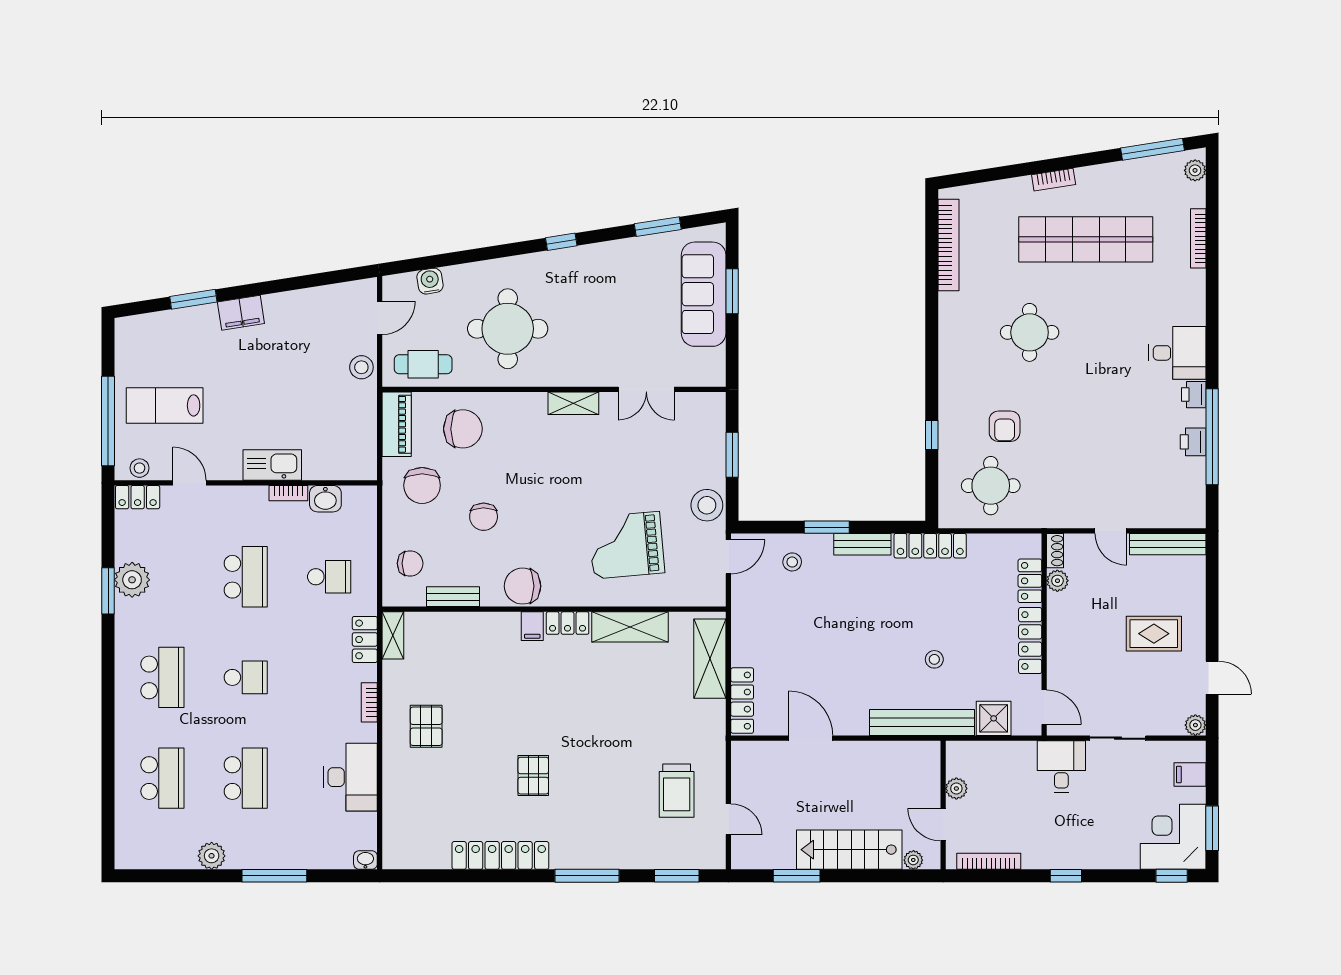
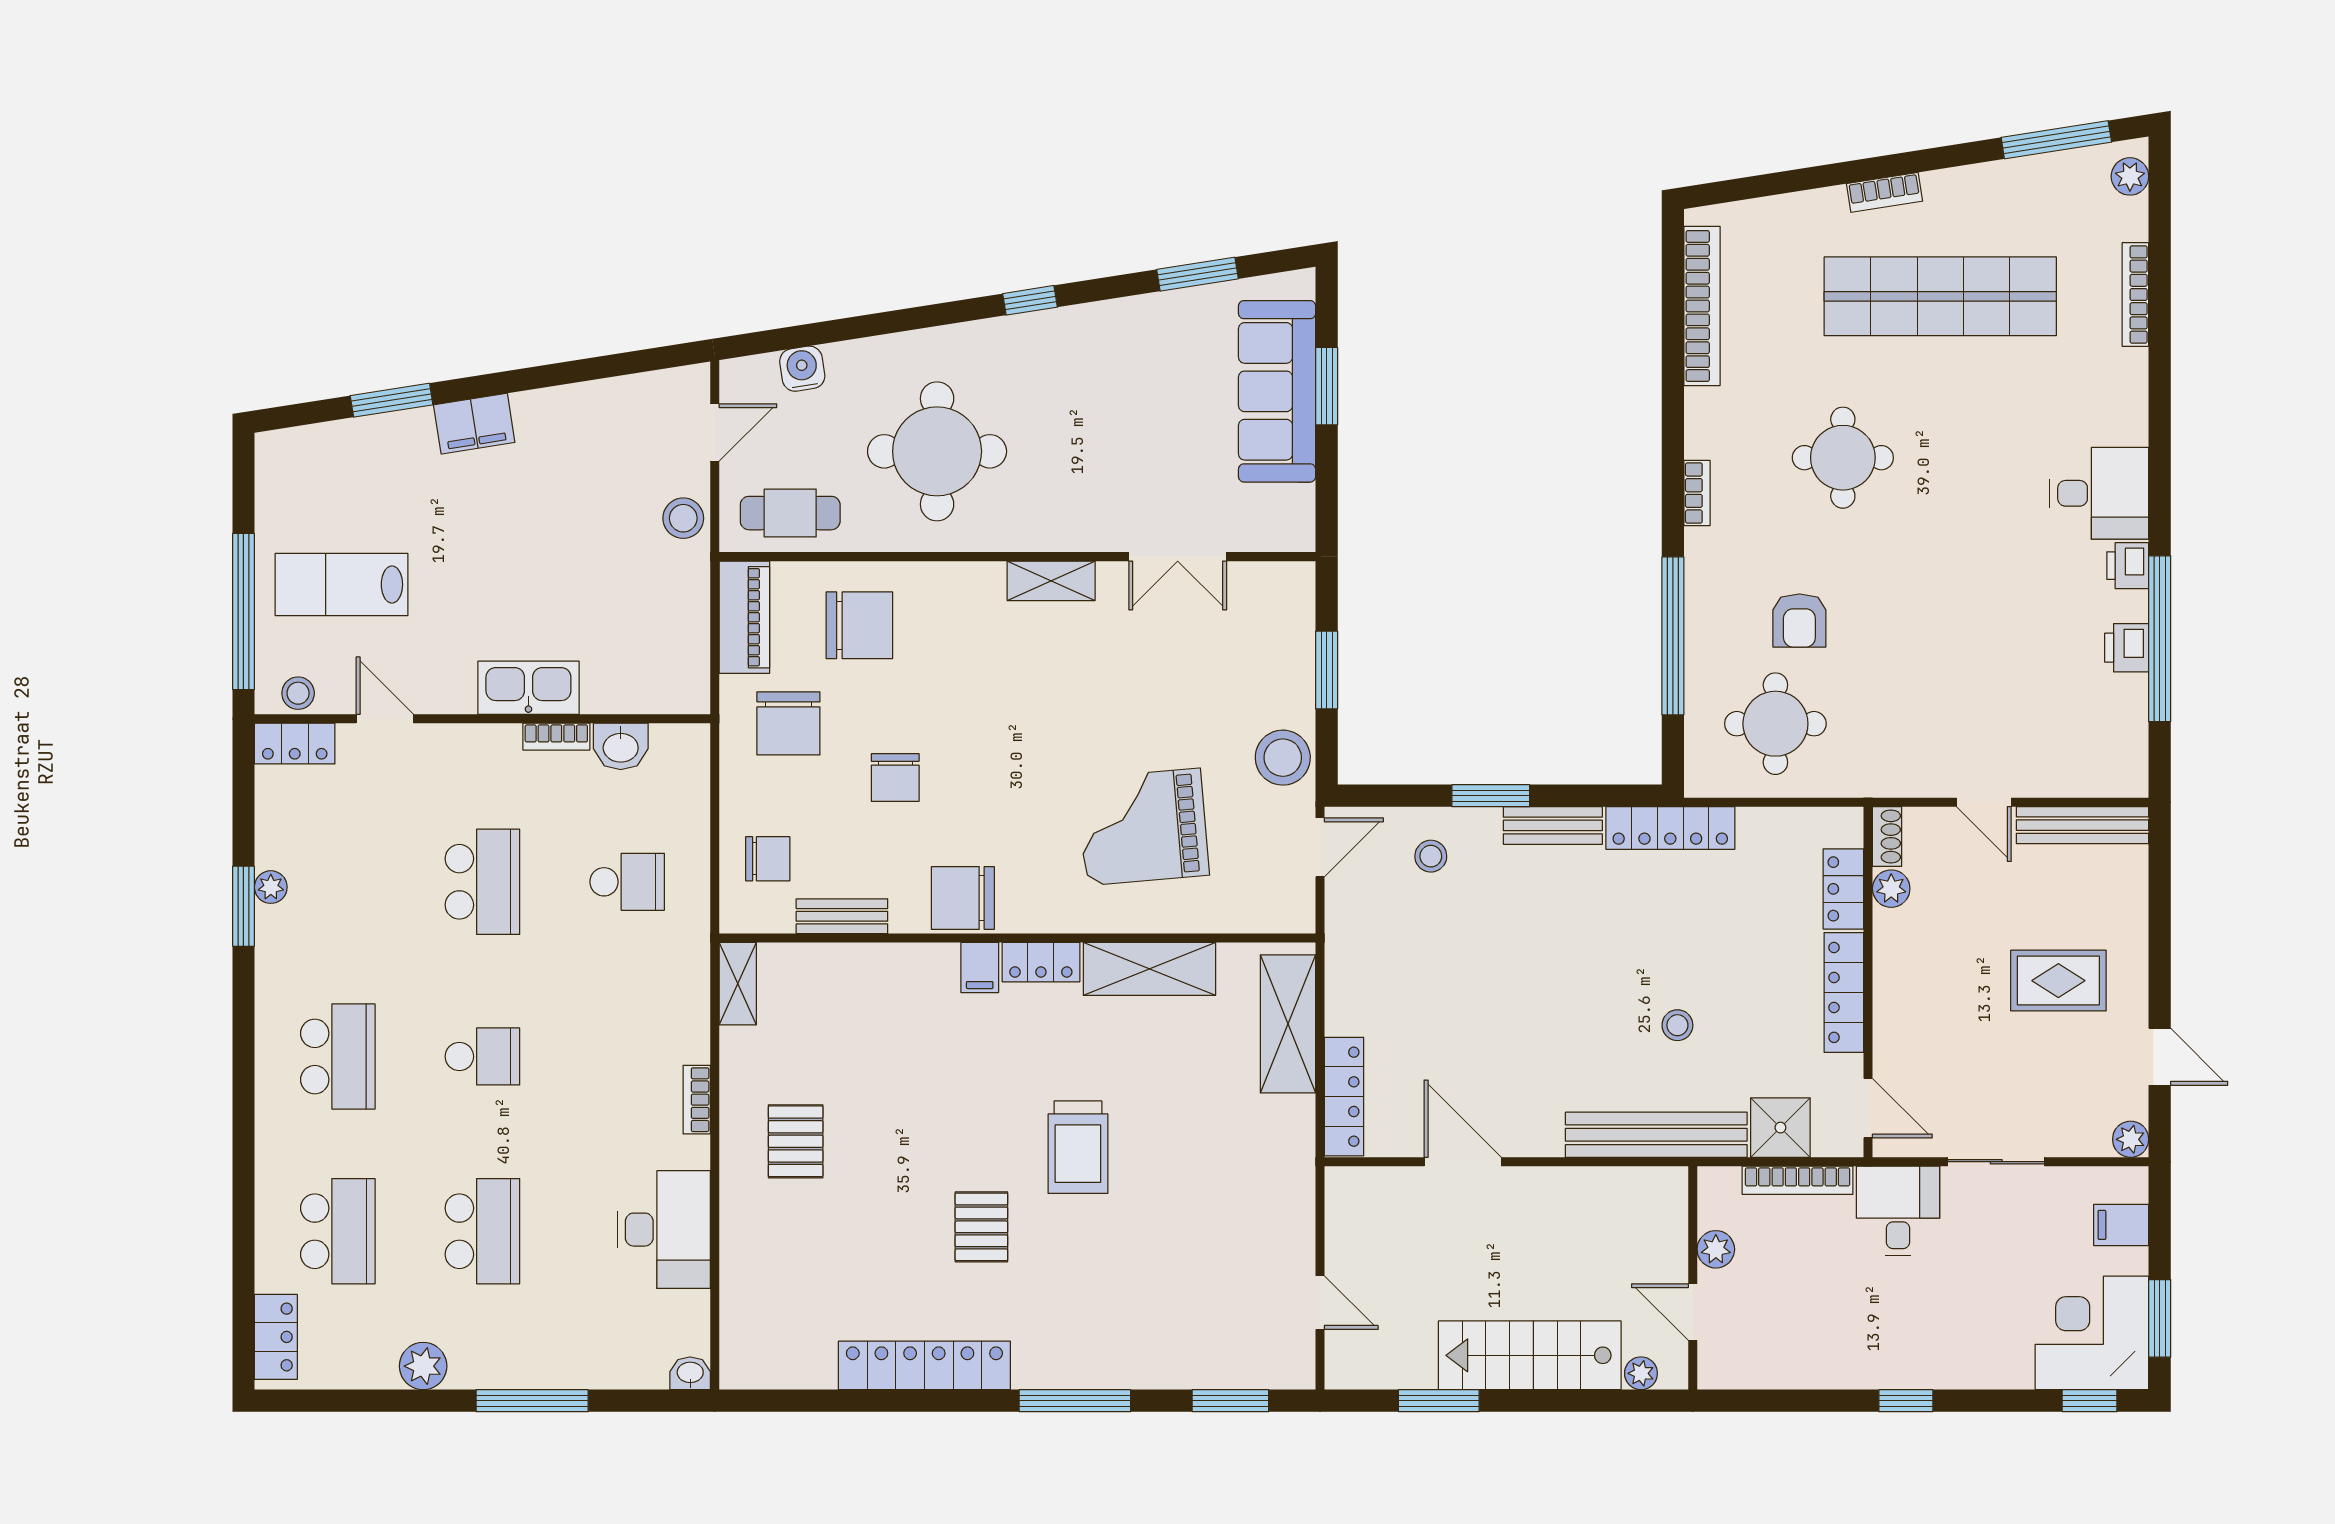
bookcase: (946, 353) -> (1697, 493), added
window: (932, 435) -> (1673, 636), width x3.17
plant: (132, 580) -> (271, 887), width x0.53, depth x0.53
locker: (365, 639) -> (276, 1337), moved, turned 180
trolley: (677, 791) -> (1078, 1147), moved
bookcase: (989, 861) -> (1798, 1180), moved, turned 180

